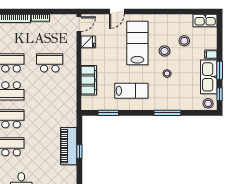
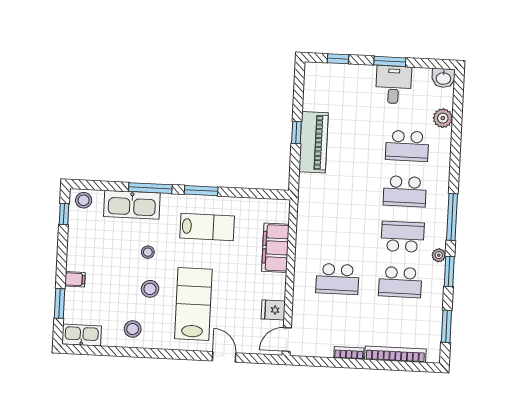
door: (117, 12) -> (224, 357), hinge flipped
stool: (184, 41) -> (133, 329), moved
lab bench: (137, 43) -> (193, 304), turned 180
window: (220, 70) -> (59, 303), moved
kitchen sink: (209, 77) -> (132, 205), moved, turned 90
lab bench: (131, 91) -> (207, 227), turned 180
window: (108, 113) -> (201, 191), moved

